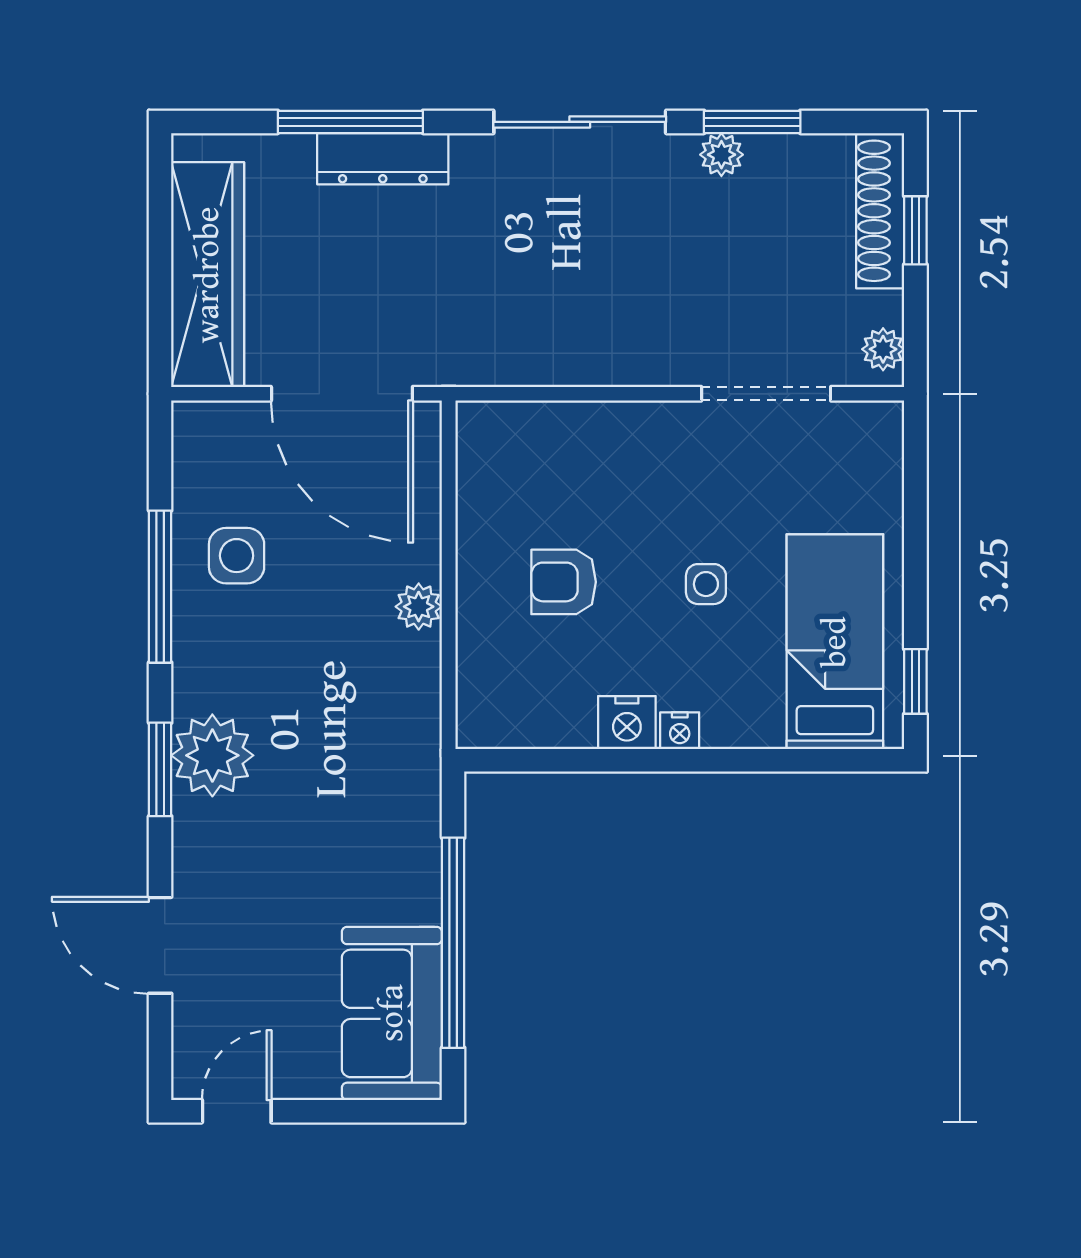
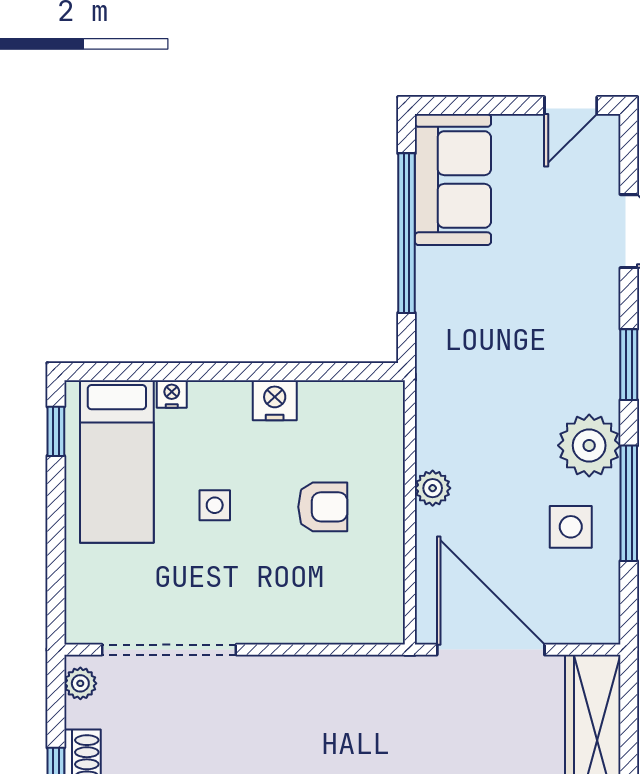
doorway: (766, 394) -> (169, 650), width x1.36
nightstand: (680, 731) -> (172, 394), moved
plant: (212, 755) -> (589, 445), moved

